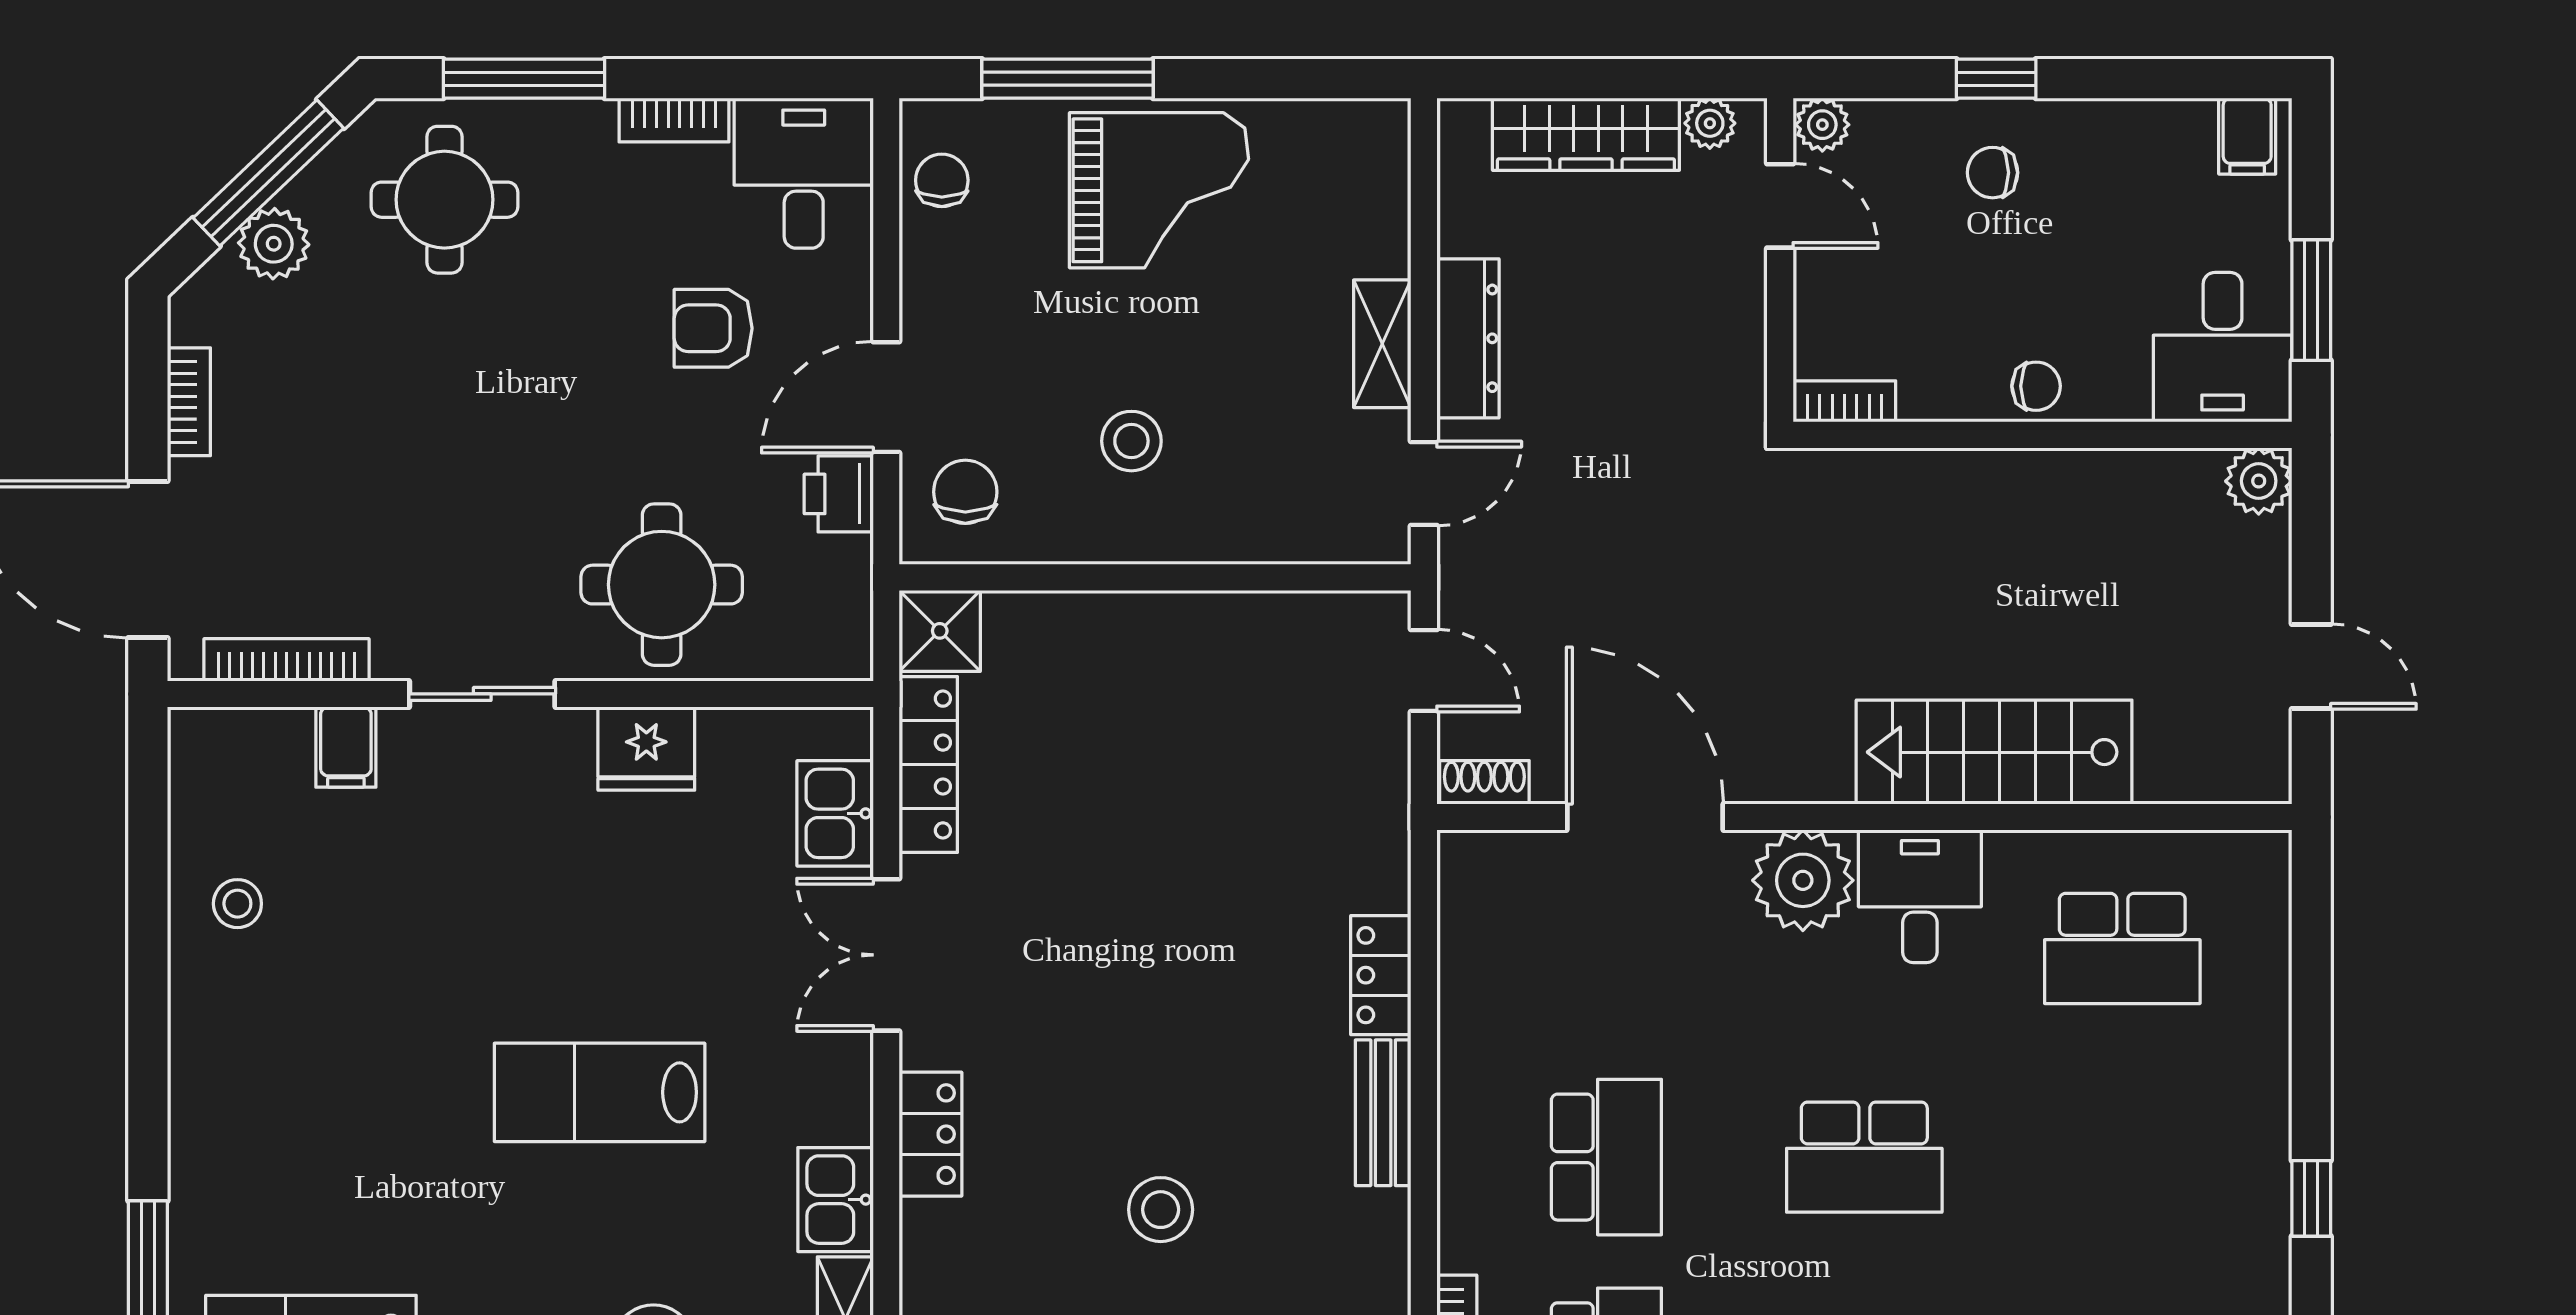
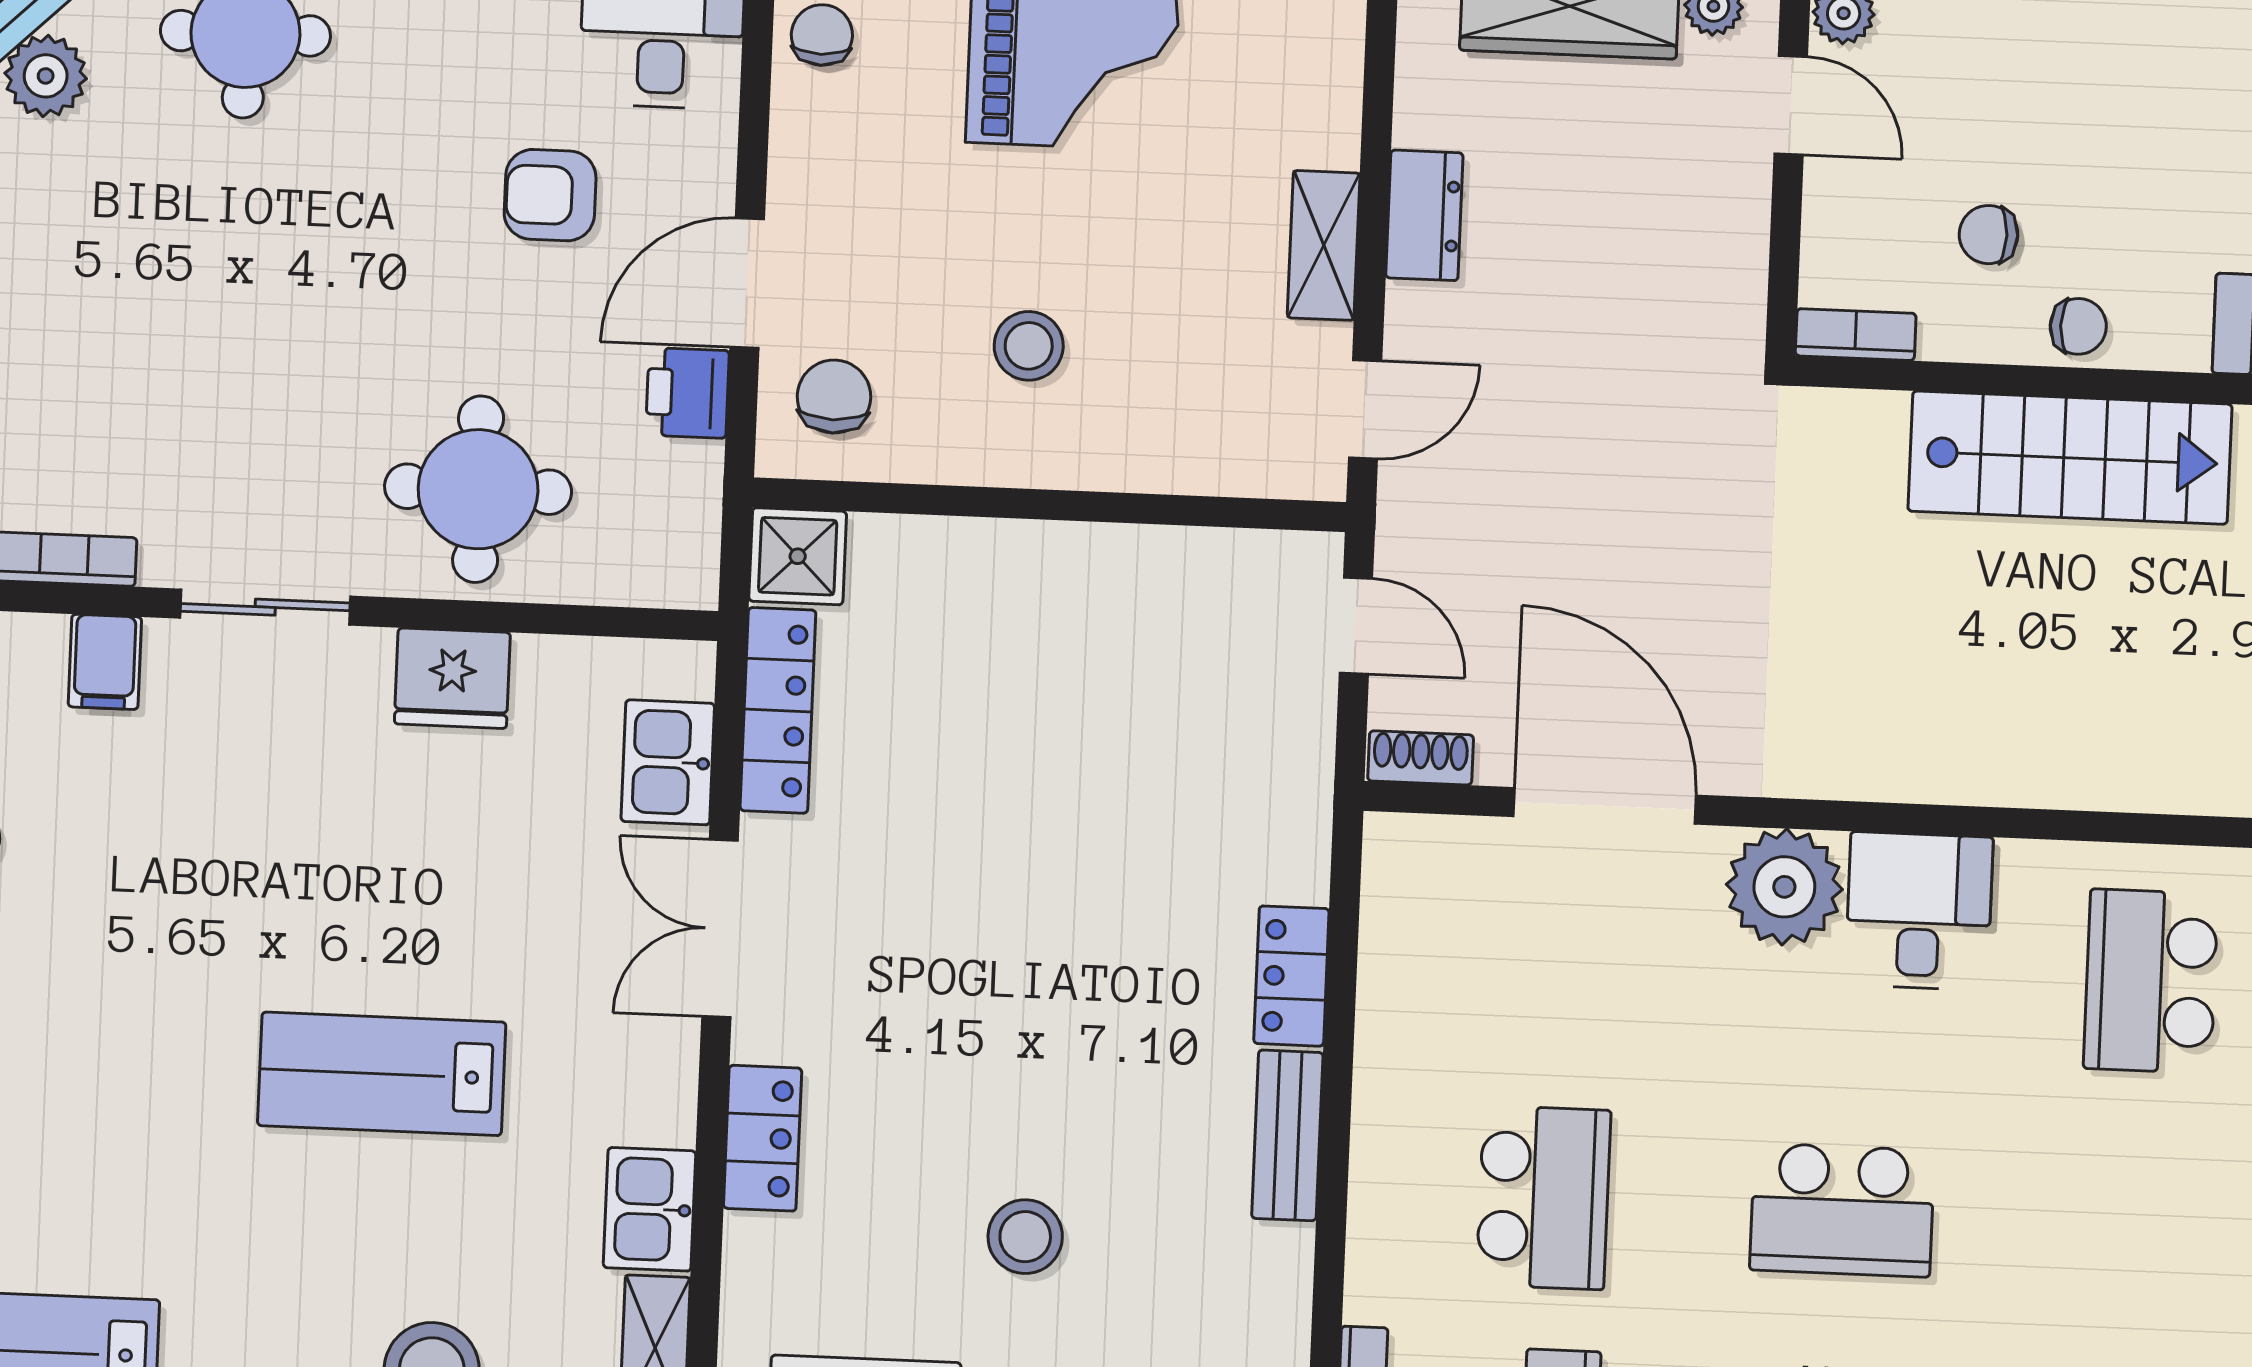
chair: (1993, 173) -> (1989, 235), moved
dresser: (1468, 338) -> (1424, 215), width x0.70
stairs: (1994, 752) -> (2070, 458), moved, turned 180
school desk: (2122, 948) -> (2151, 981), turned 90

